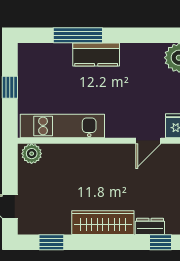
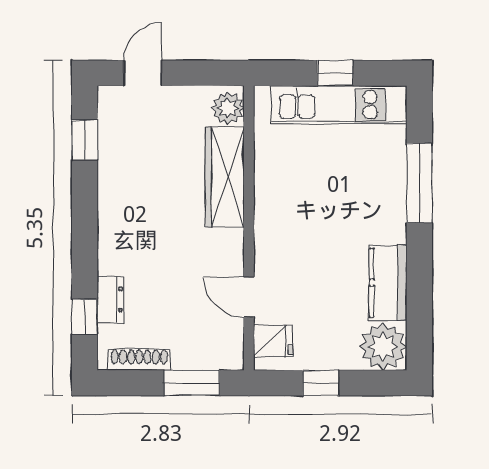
kitchen counter: (96, 55) -> (388, 283), moved
kitchen unit: (62, 126) -> (339, 105), moved, turned 90
wardrobe: (103, 223) -> (225, 177), moved, turned 180

